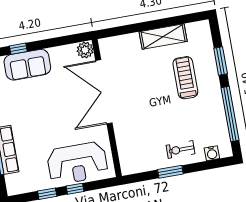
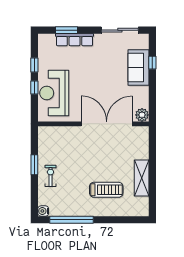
window: (221, 61) -> (114, 220), removed
water cooler: (212, 153) -> (43, 211), moved

